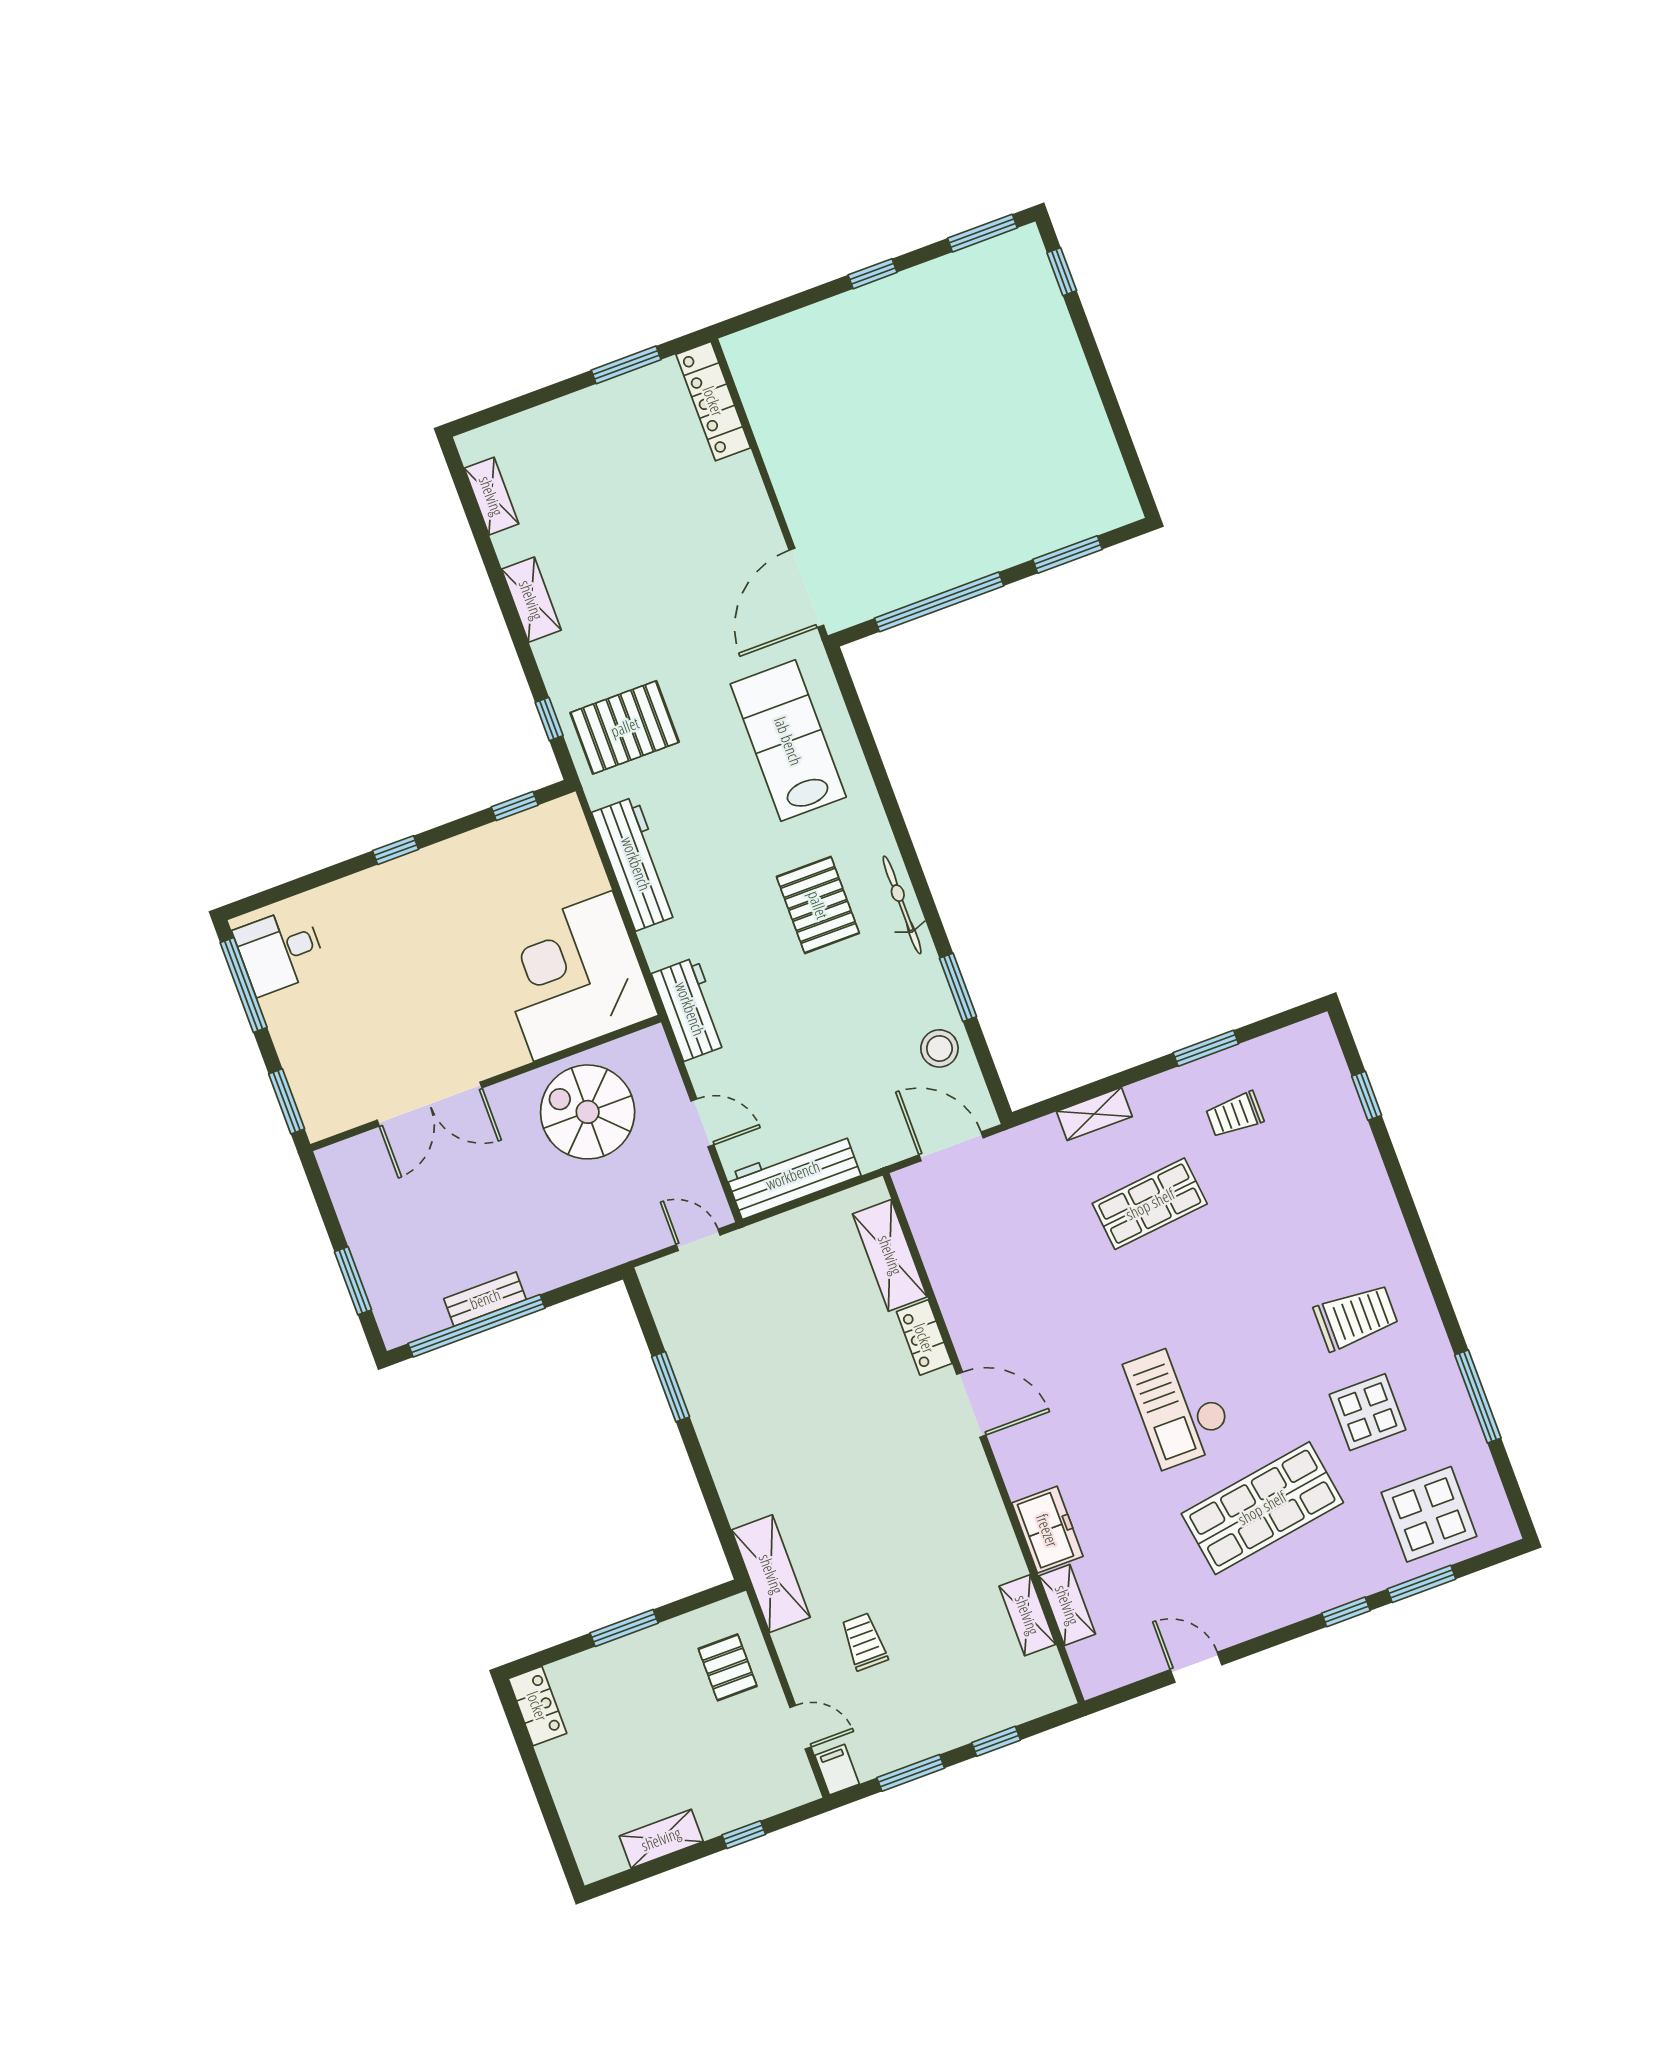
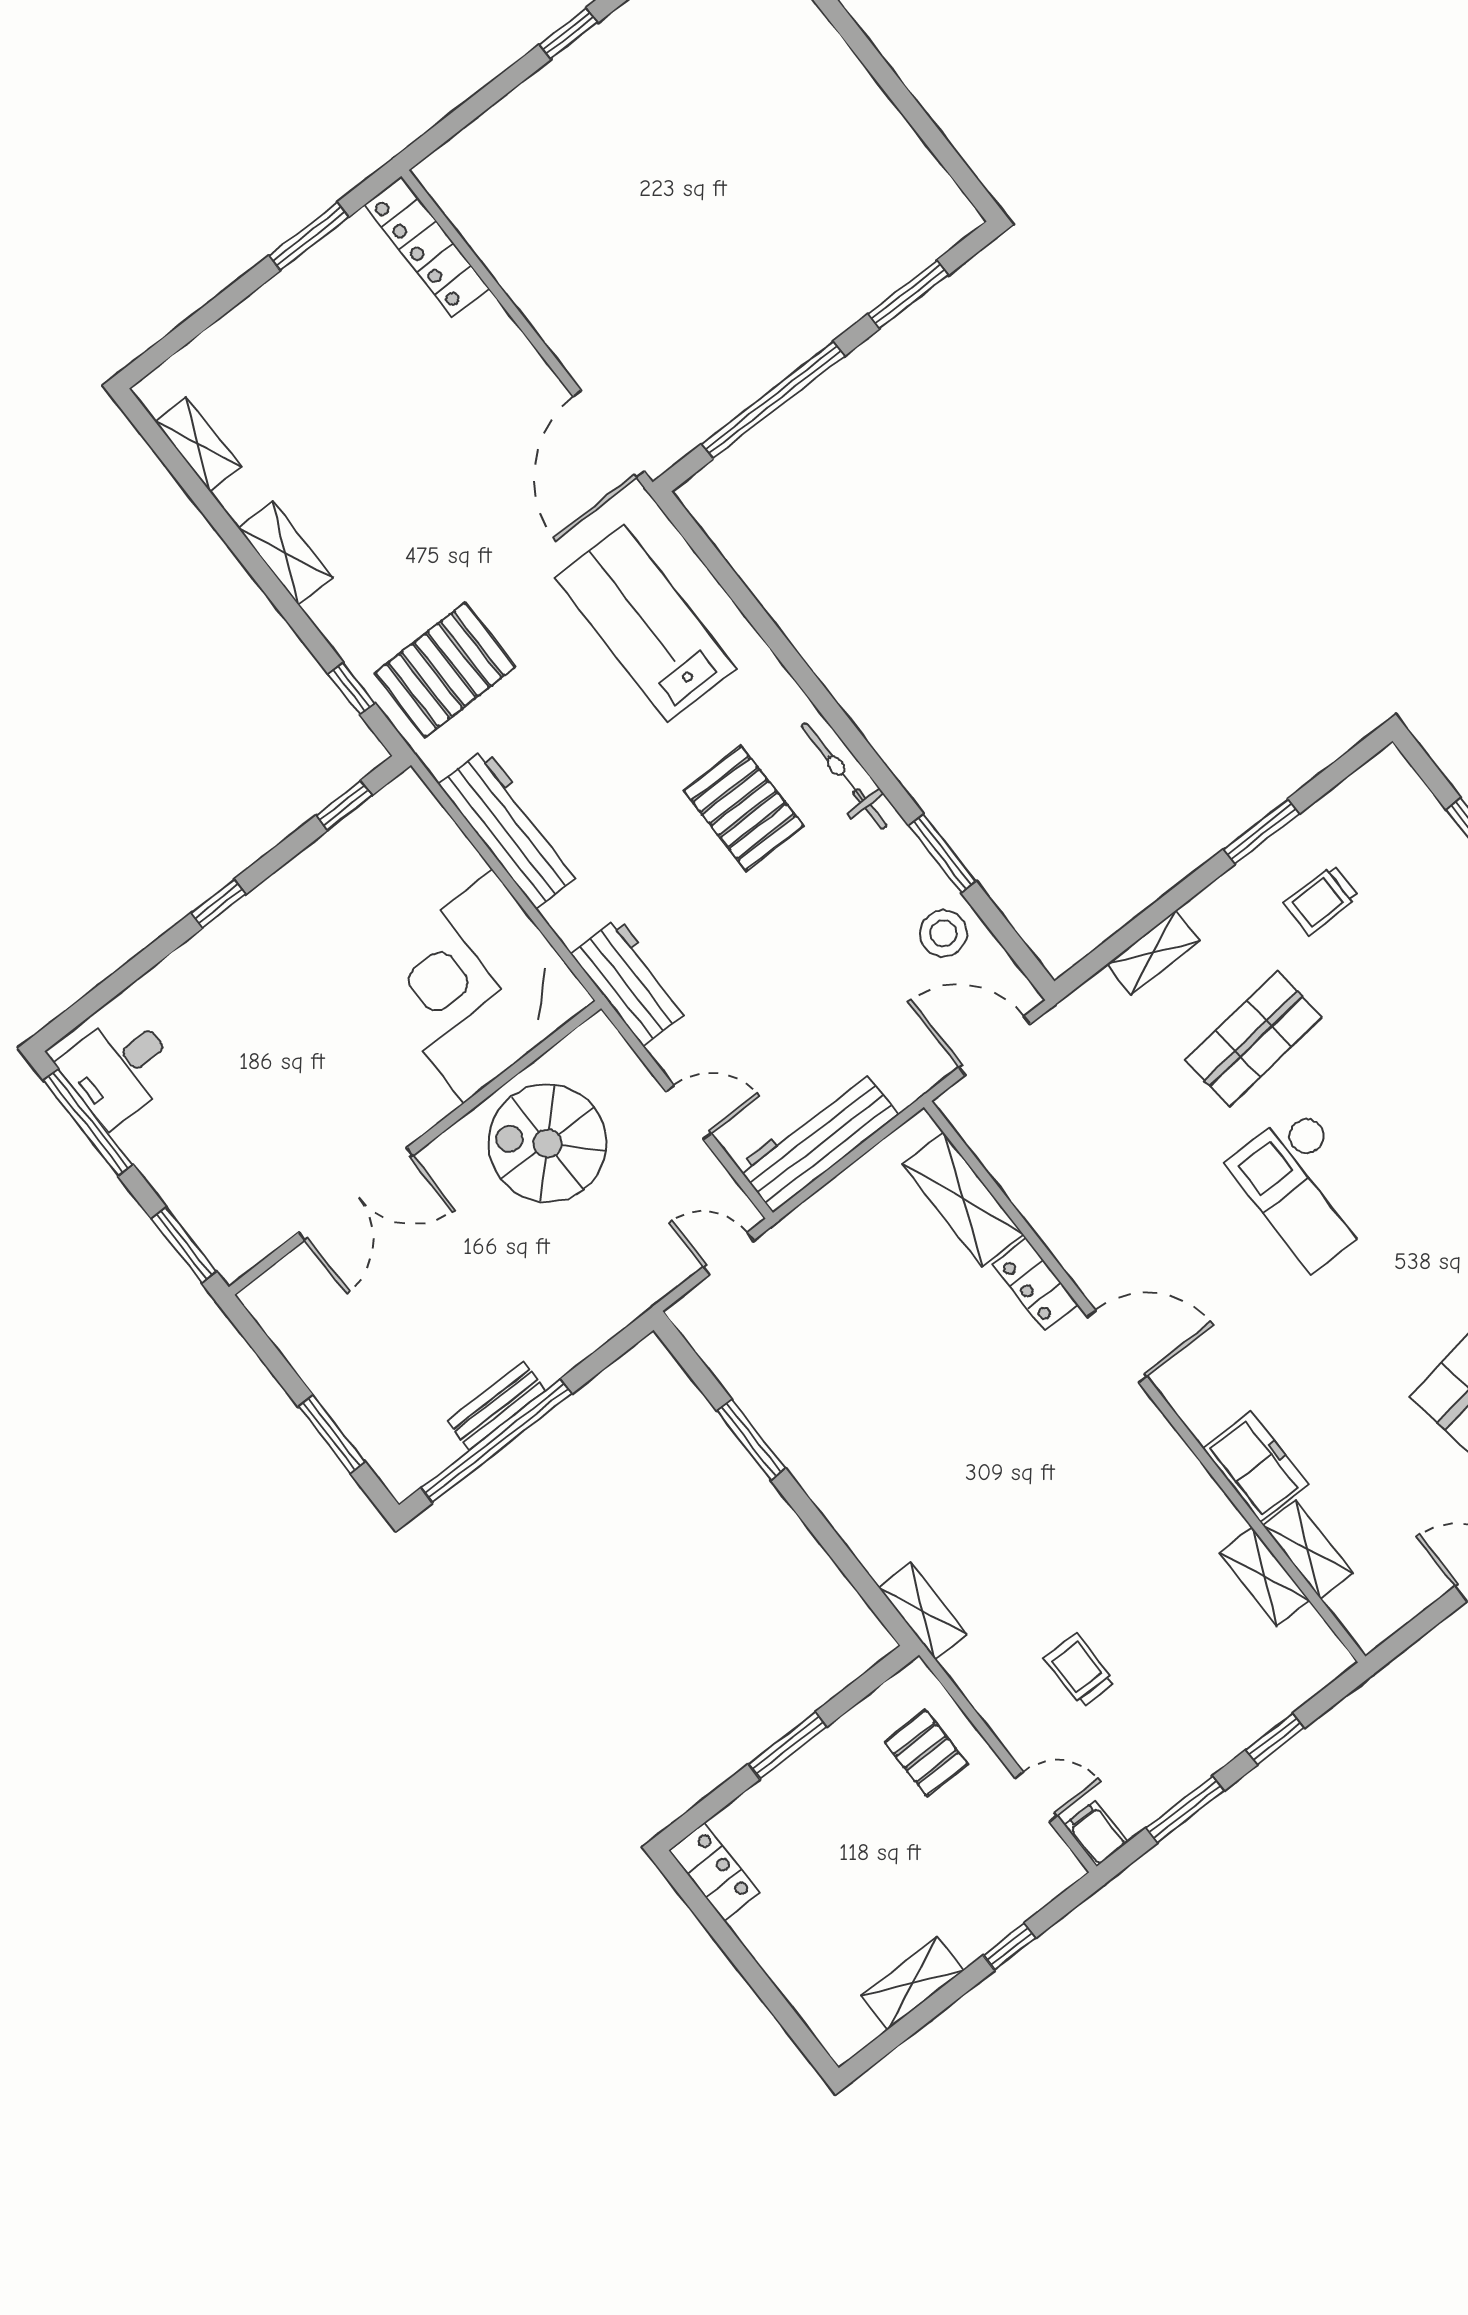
checkout: (1179, 1404) -> (1307, 1188), moved
shelving: (771, 1574) -> (923, 1611), width x0.67, depth x0.75

